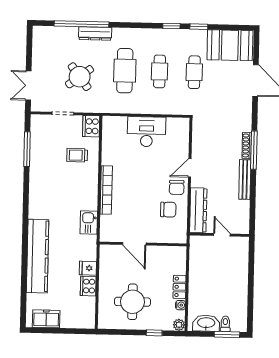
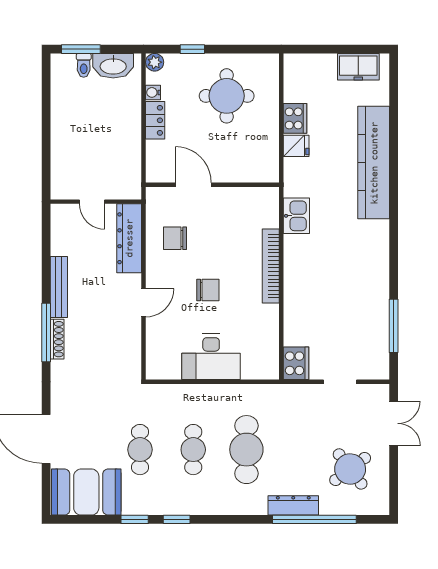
round table: (80, 77) -> (350, 469), moved
trolley: (77, 155) -> (316, 318), removed
chair: (177, 187) -> (208, 290), moved, turned 90
door: (134, 244) -> (193, 185), moved

